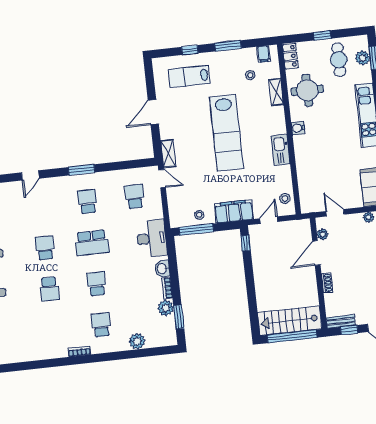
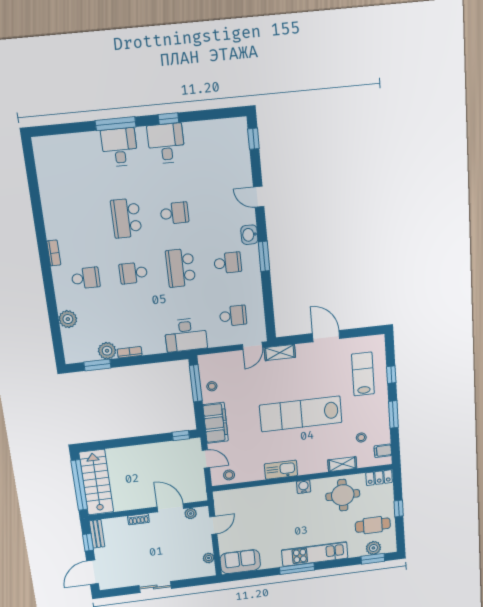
washbasin: (162, 269) -> (249, 235), moved, turned -90
school desk: (96, 284) -> (133, 273), turned 180
school desk: (49, 289) -> (126, 218), width x1.85

